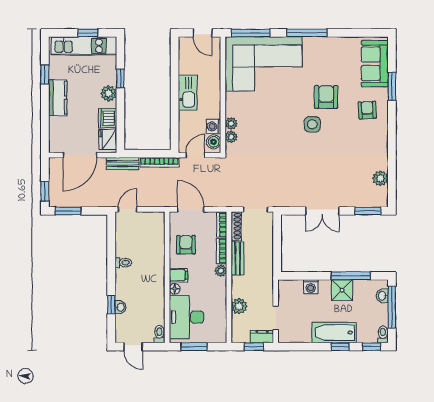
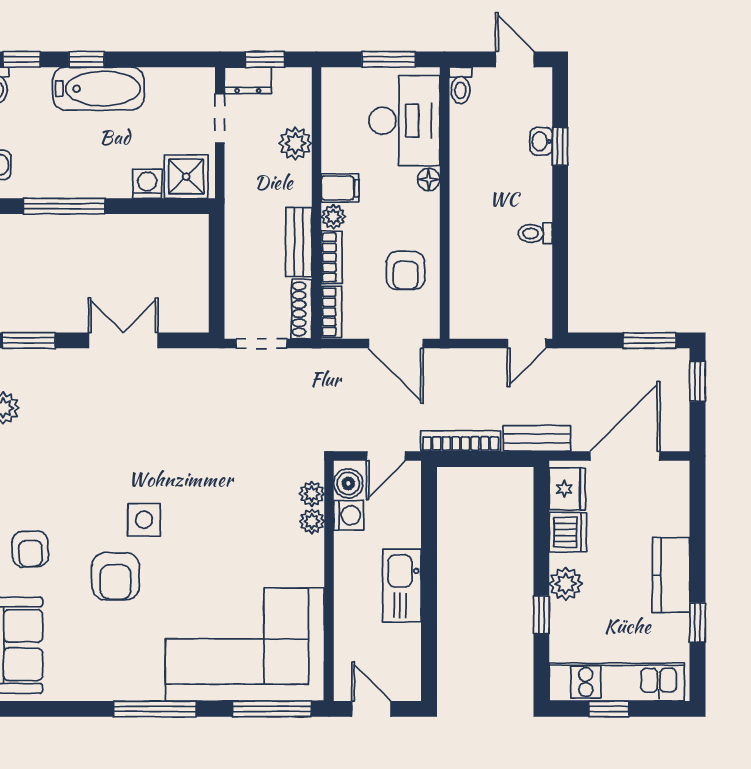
filing cabinet: (178, 275) -> (340, 188), moved, turned 180
shower: (342, 290) -> (186, 177), moved

